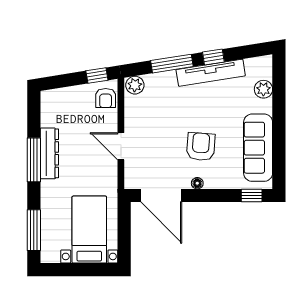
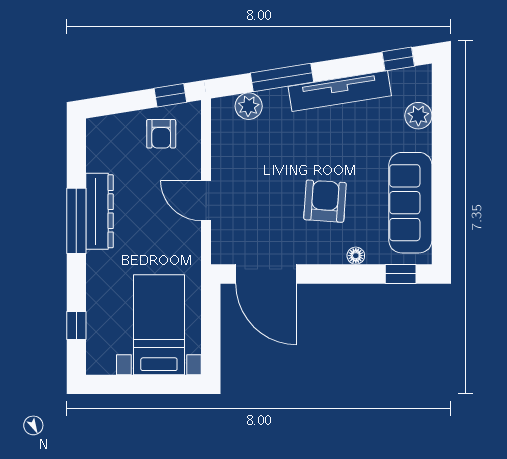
window: (213, 57) -> (398, 59), moved
plant: (135, 85) -> (249, 106), moved
armchair: (106, 98) -> (161, 134), moved
floor lamp: (197, 183) -> (356, 256), moved
window: (34, 230) -> (76, 326), width x0.46

